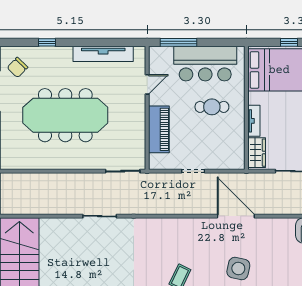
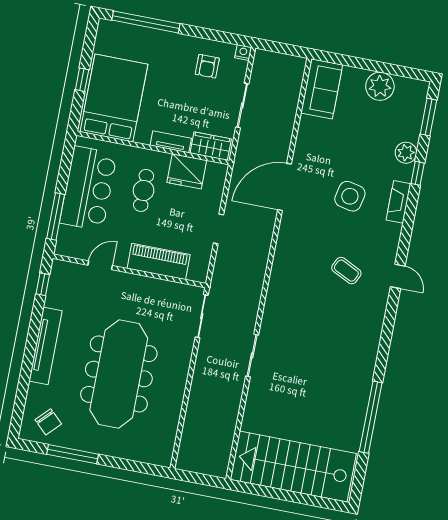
window: (47, 42) -> (43, 284), moved
tv unit: (103, 54) -> (45, 346), moved
door: (147, 84) -> (100, 265), hinge flipped
fridge: (233, 138) -> (187, 171), added

